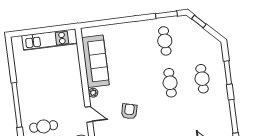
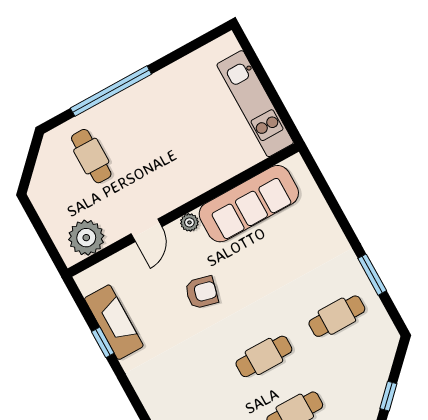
window: (166, 15) -> (372, 275), moved
window: (199, 21) -> (388, 396), moved
armchair: (129, 111) -> (202, 292), moved

